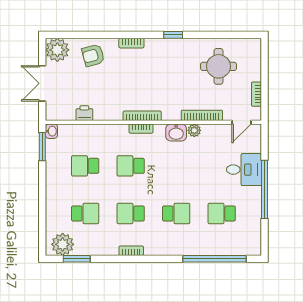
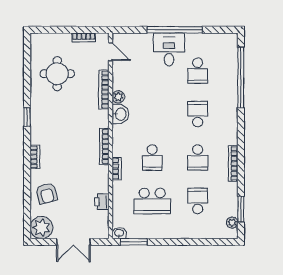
bookcase: (141, 129) -> (117, 169), moved
school desk: (85, 166) -> (152, 201), width x1.85
desk: (244, 170) -> (169, 49), moved
plant: (63, 244) -> (232, 223), width x0.53, depth x0.53
bookcase: (131, 251) -> (233, 164), width x1.56

